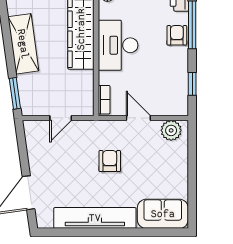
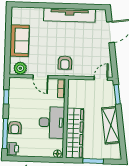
door: (61, 118) -> (101, 79), moved
armchair: (110, 161) -> (65, 63), moved
sofa: (163, 214) -> (19, 41), moved, turned -90

